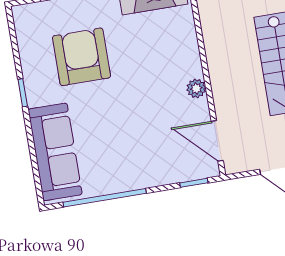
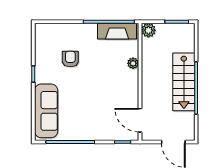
armchair: (81, 57) -> (70, 59), width x0.53, depth x0.53
plant: (196, 88) -> (133, 63), moved

